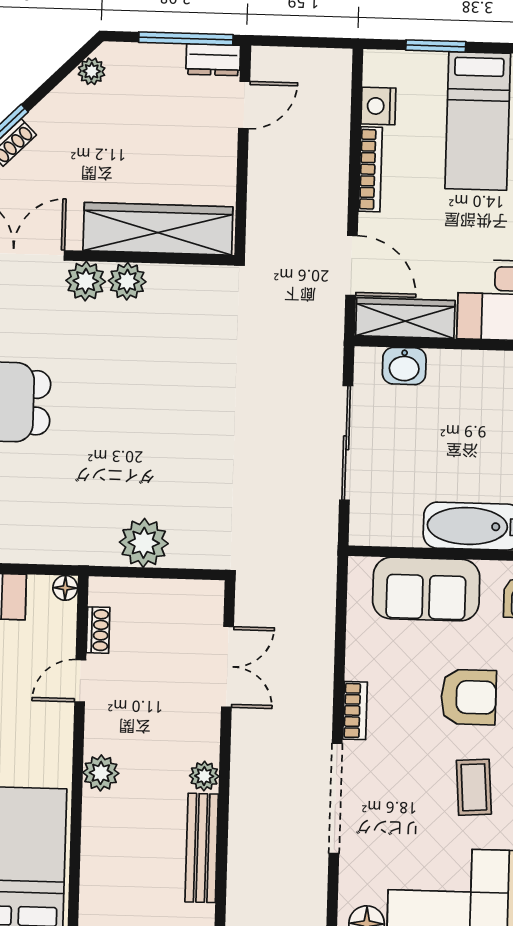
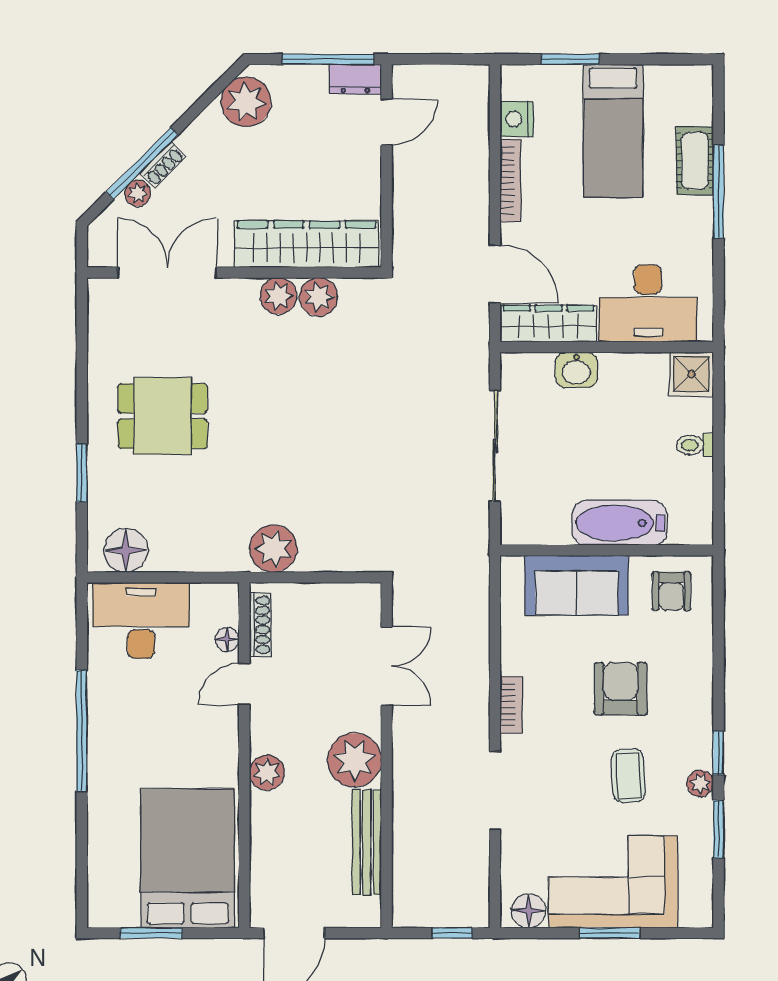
plant: (92, 71) -> (246, 102), width x1.88, depth x1.88
plant: (86, 281) -> (319, 297), moved
washbasin: (404, 366) -> (576, 370), moved
plant: (144, 543) -> (273, 549), moved
floor lamp: (65, 588) -> (227, 639), moved
shoe rack: (98, 630) -> (260, 625), width x1.43
armchair: (468, 697) -> (621, 689), turned -90
plant: (204, 776) -> (355, 760), width x1.87, depth x1.87
doorway: (336, 798) -> (495, 790), width x0.73

